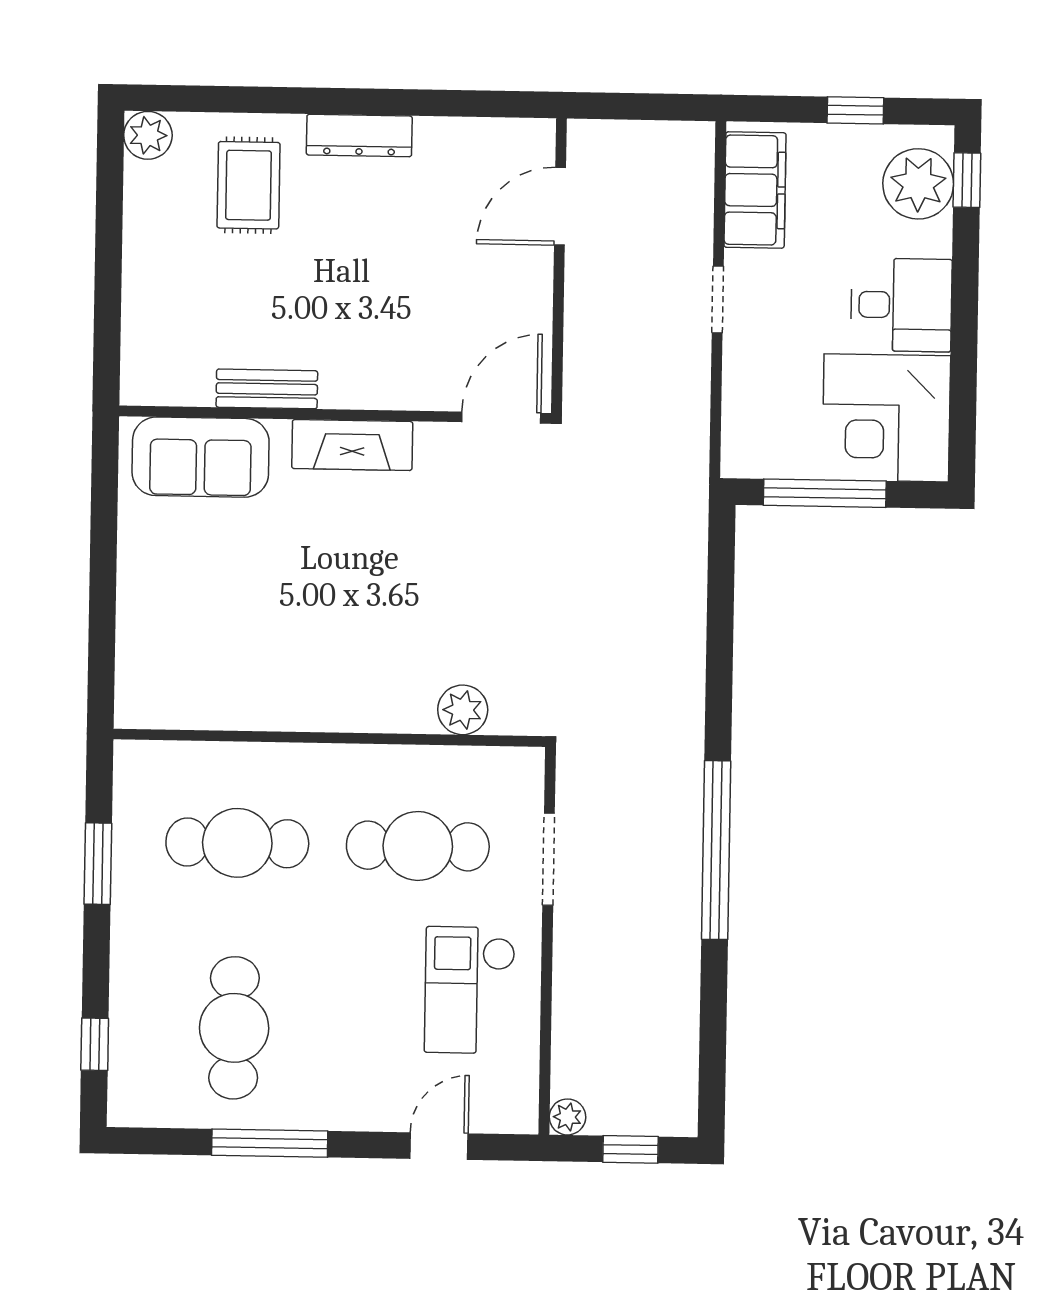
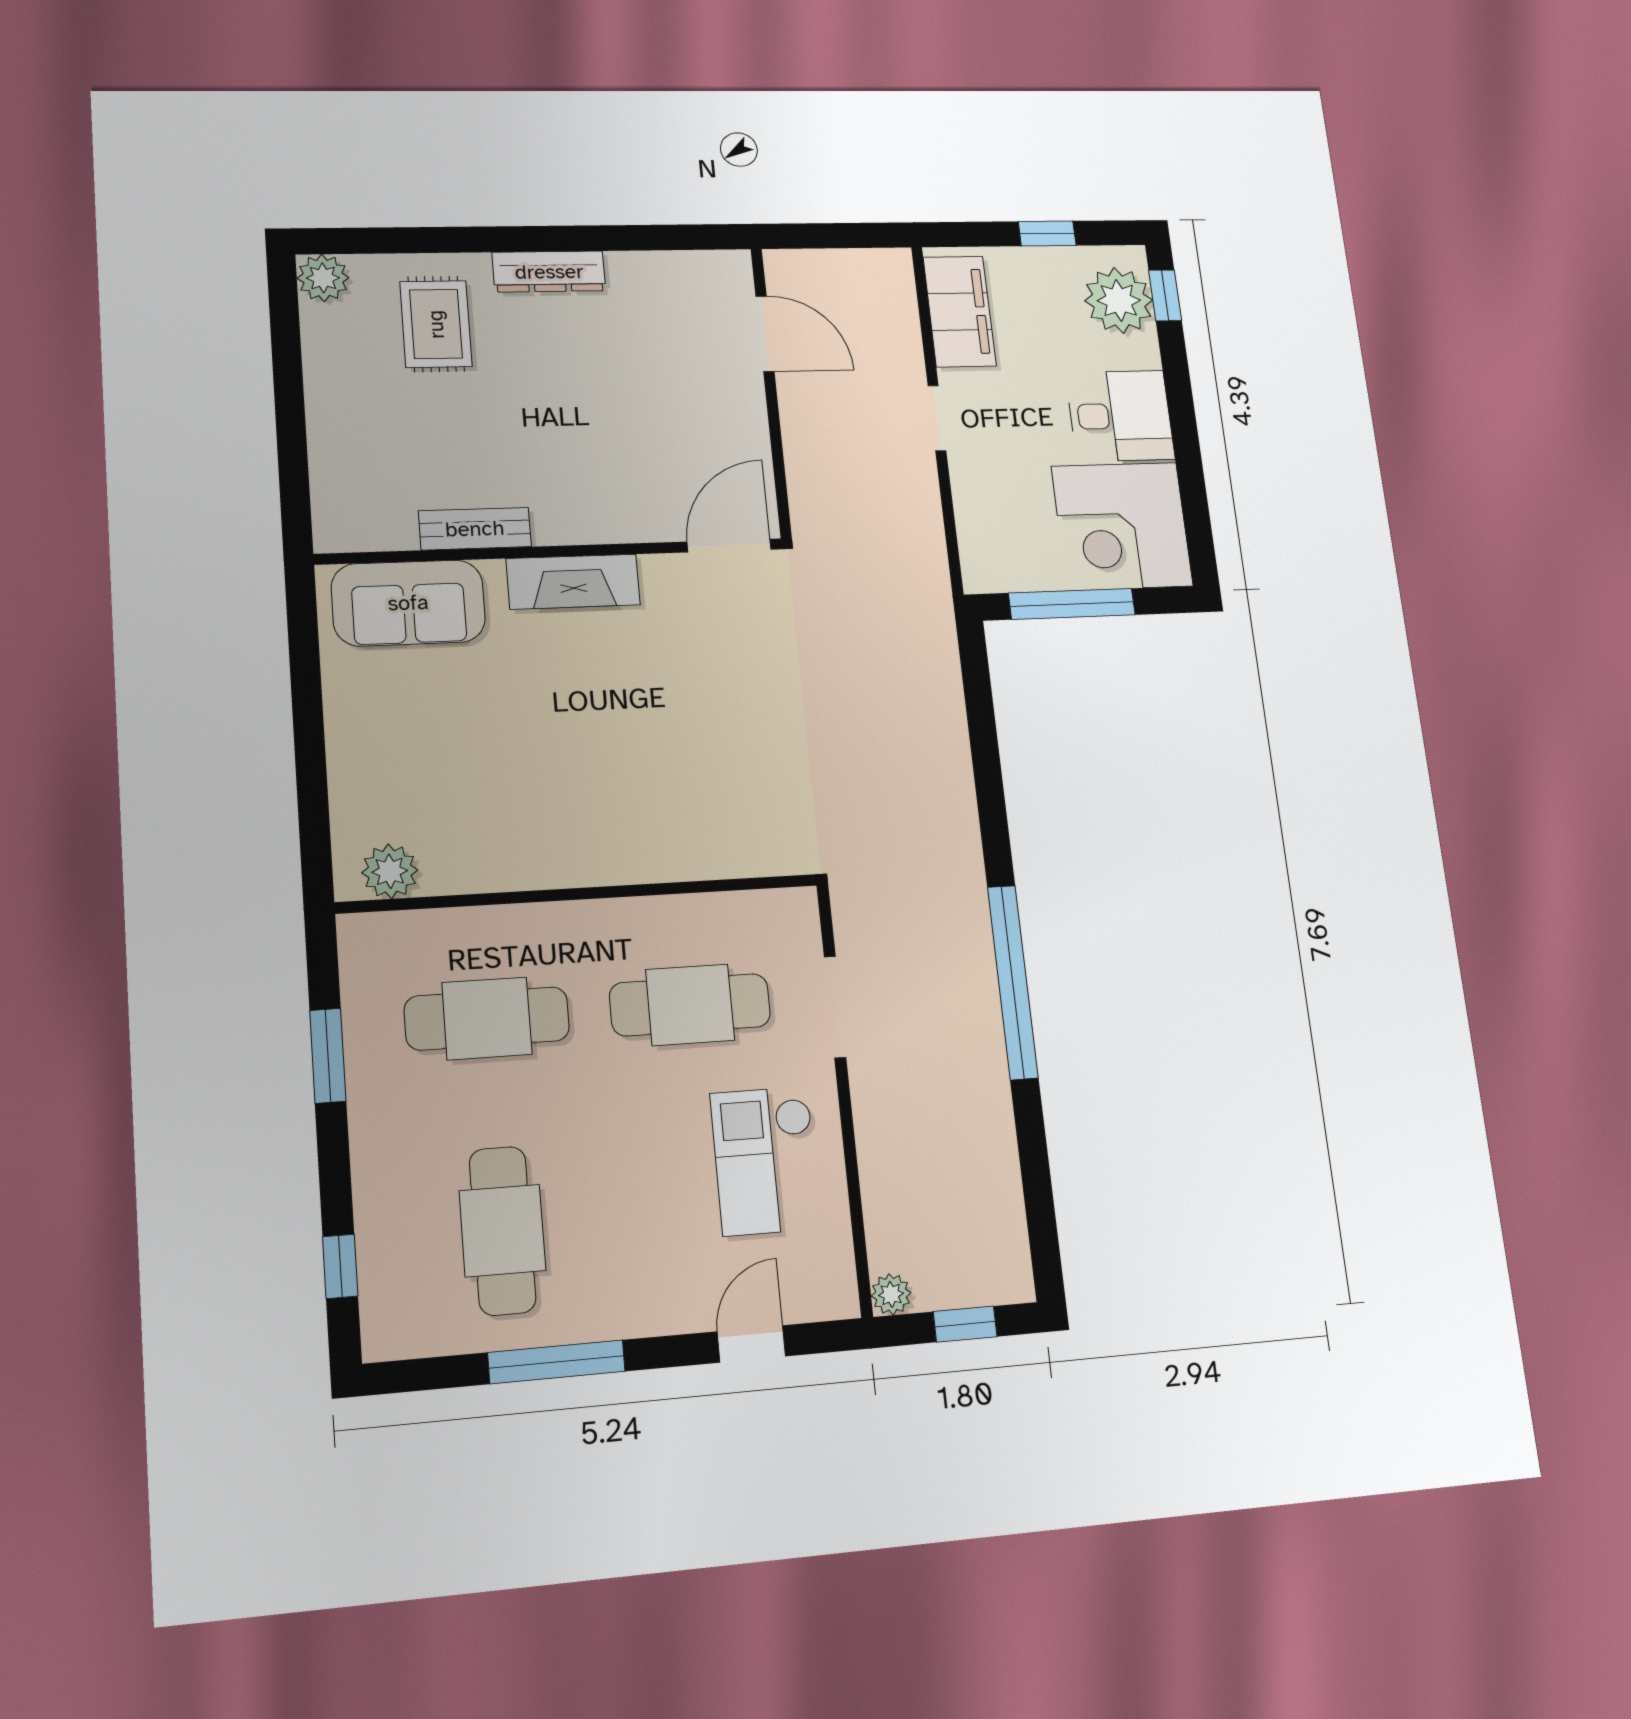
door: (560, 206) -> (765, 334), swing flipped
plant: (463, 710) -> (390, 871), moved

